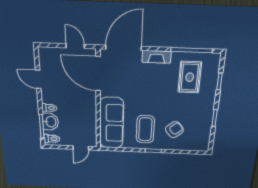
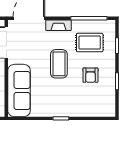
rug: (190, 77) -> (90, 43), turned 90
coffee table: (145, 129) -> (59, 64), moved
armchair: (174, 130) -> (90, 75), moved, turned 129

